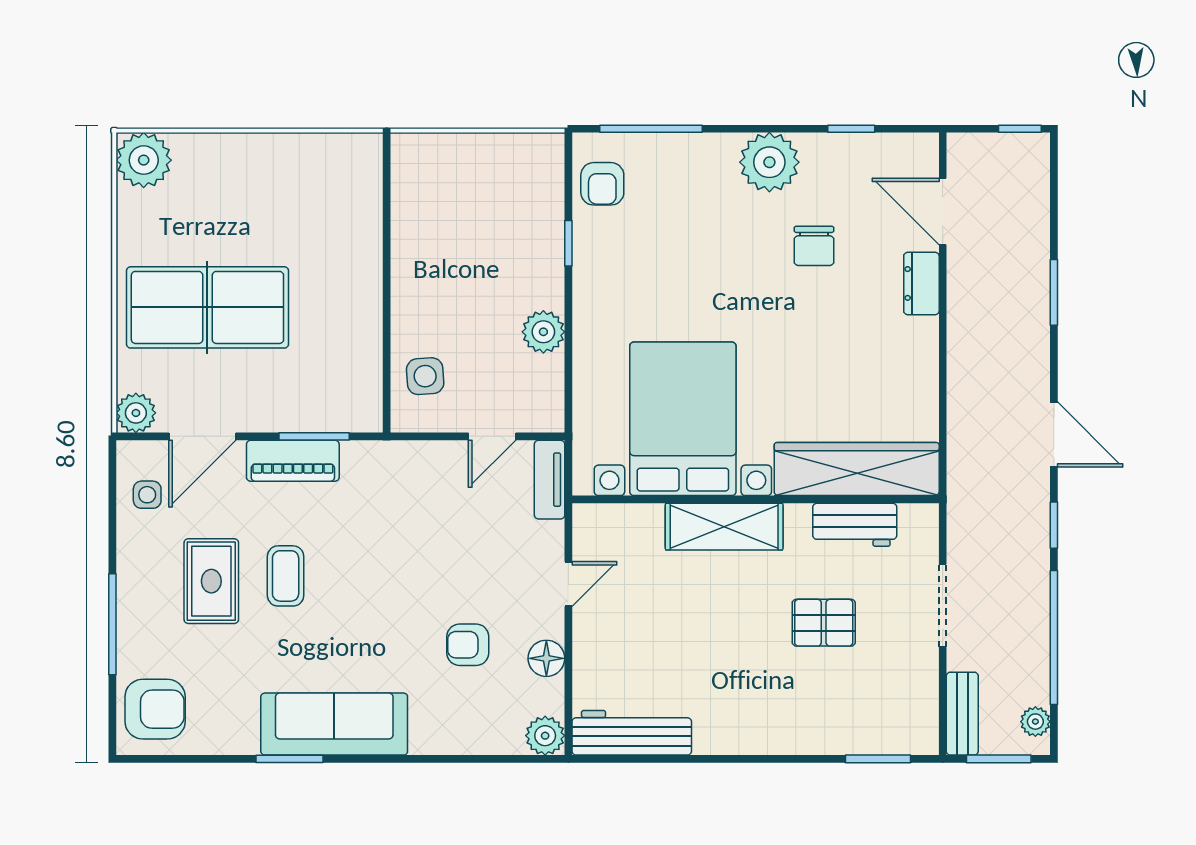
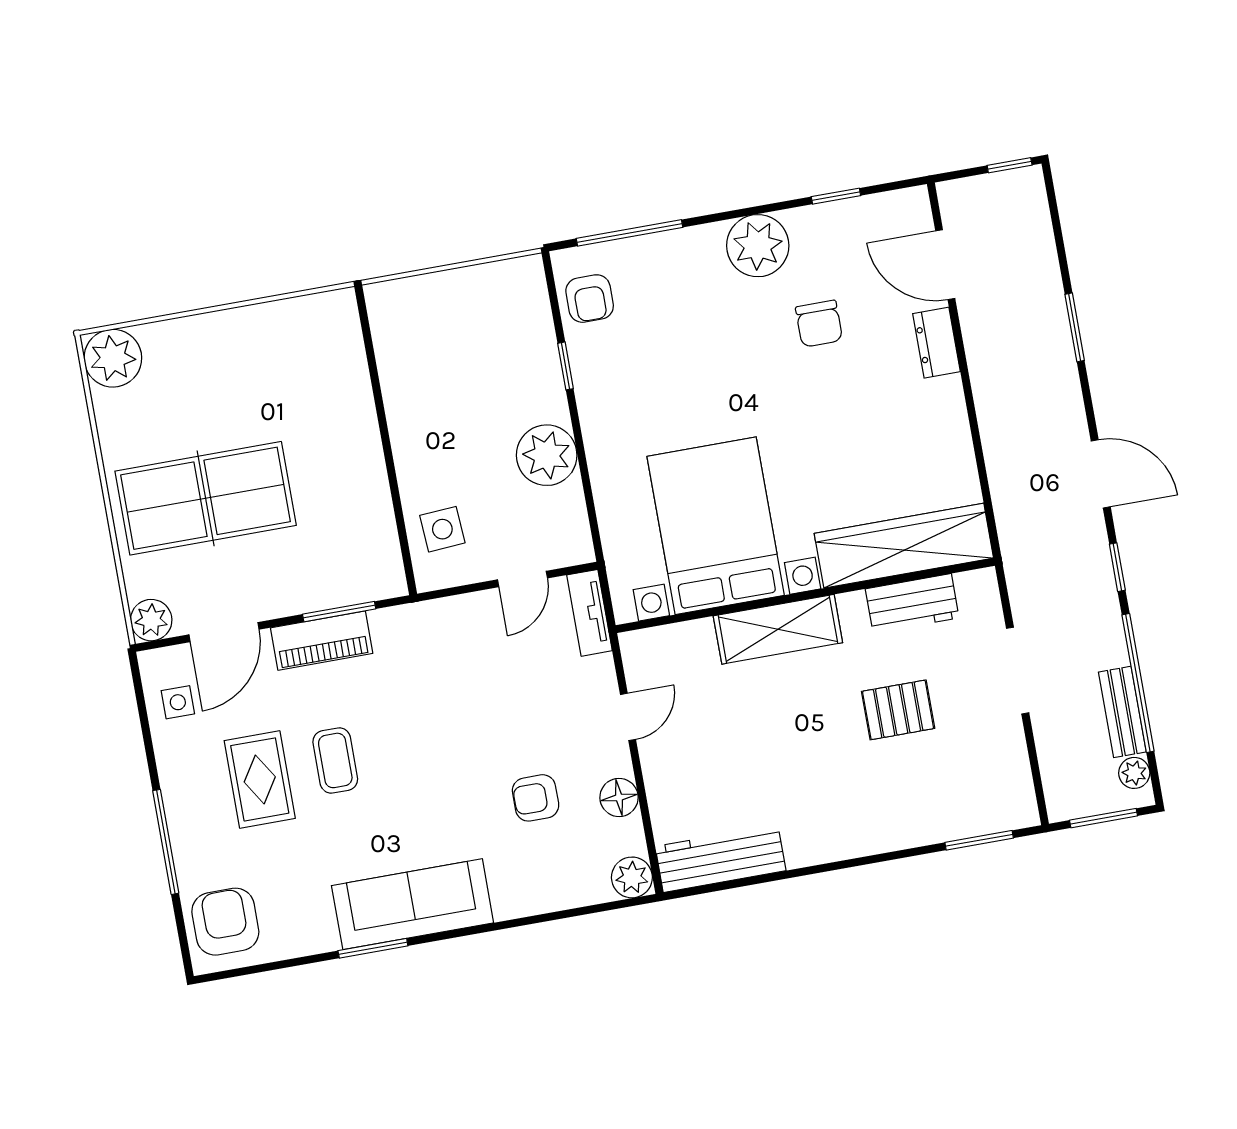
plant: (543, 332) -> (547, 455), width x1.36, depth x1.36
armchair: (155, 709) -> (225, 922), turned -90
bench: (962, 714) -> (1122, 712), moved

